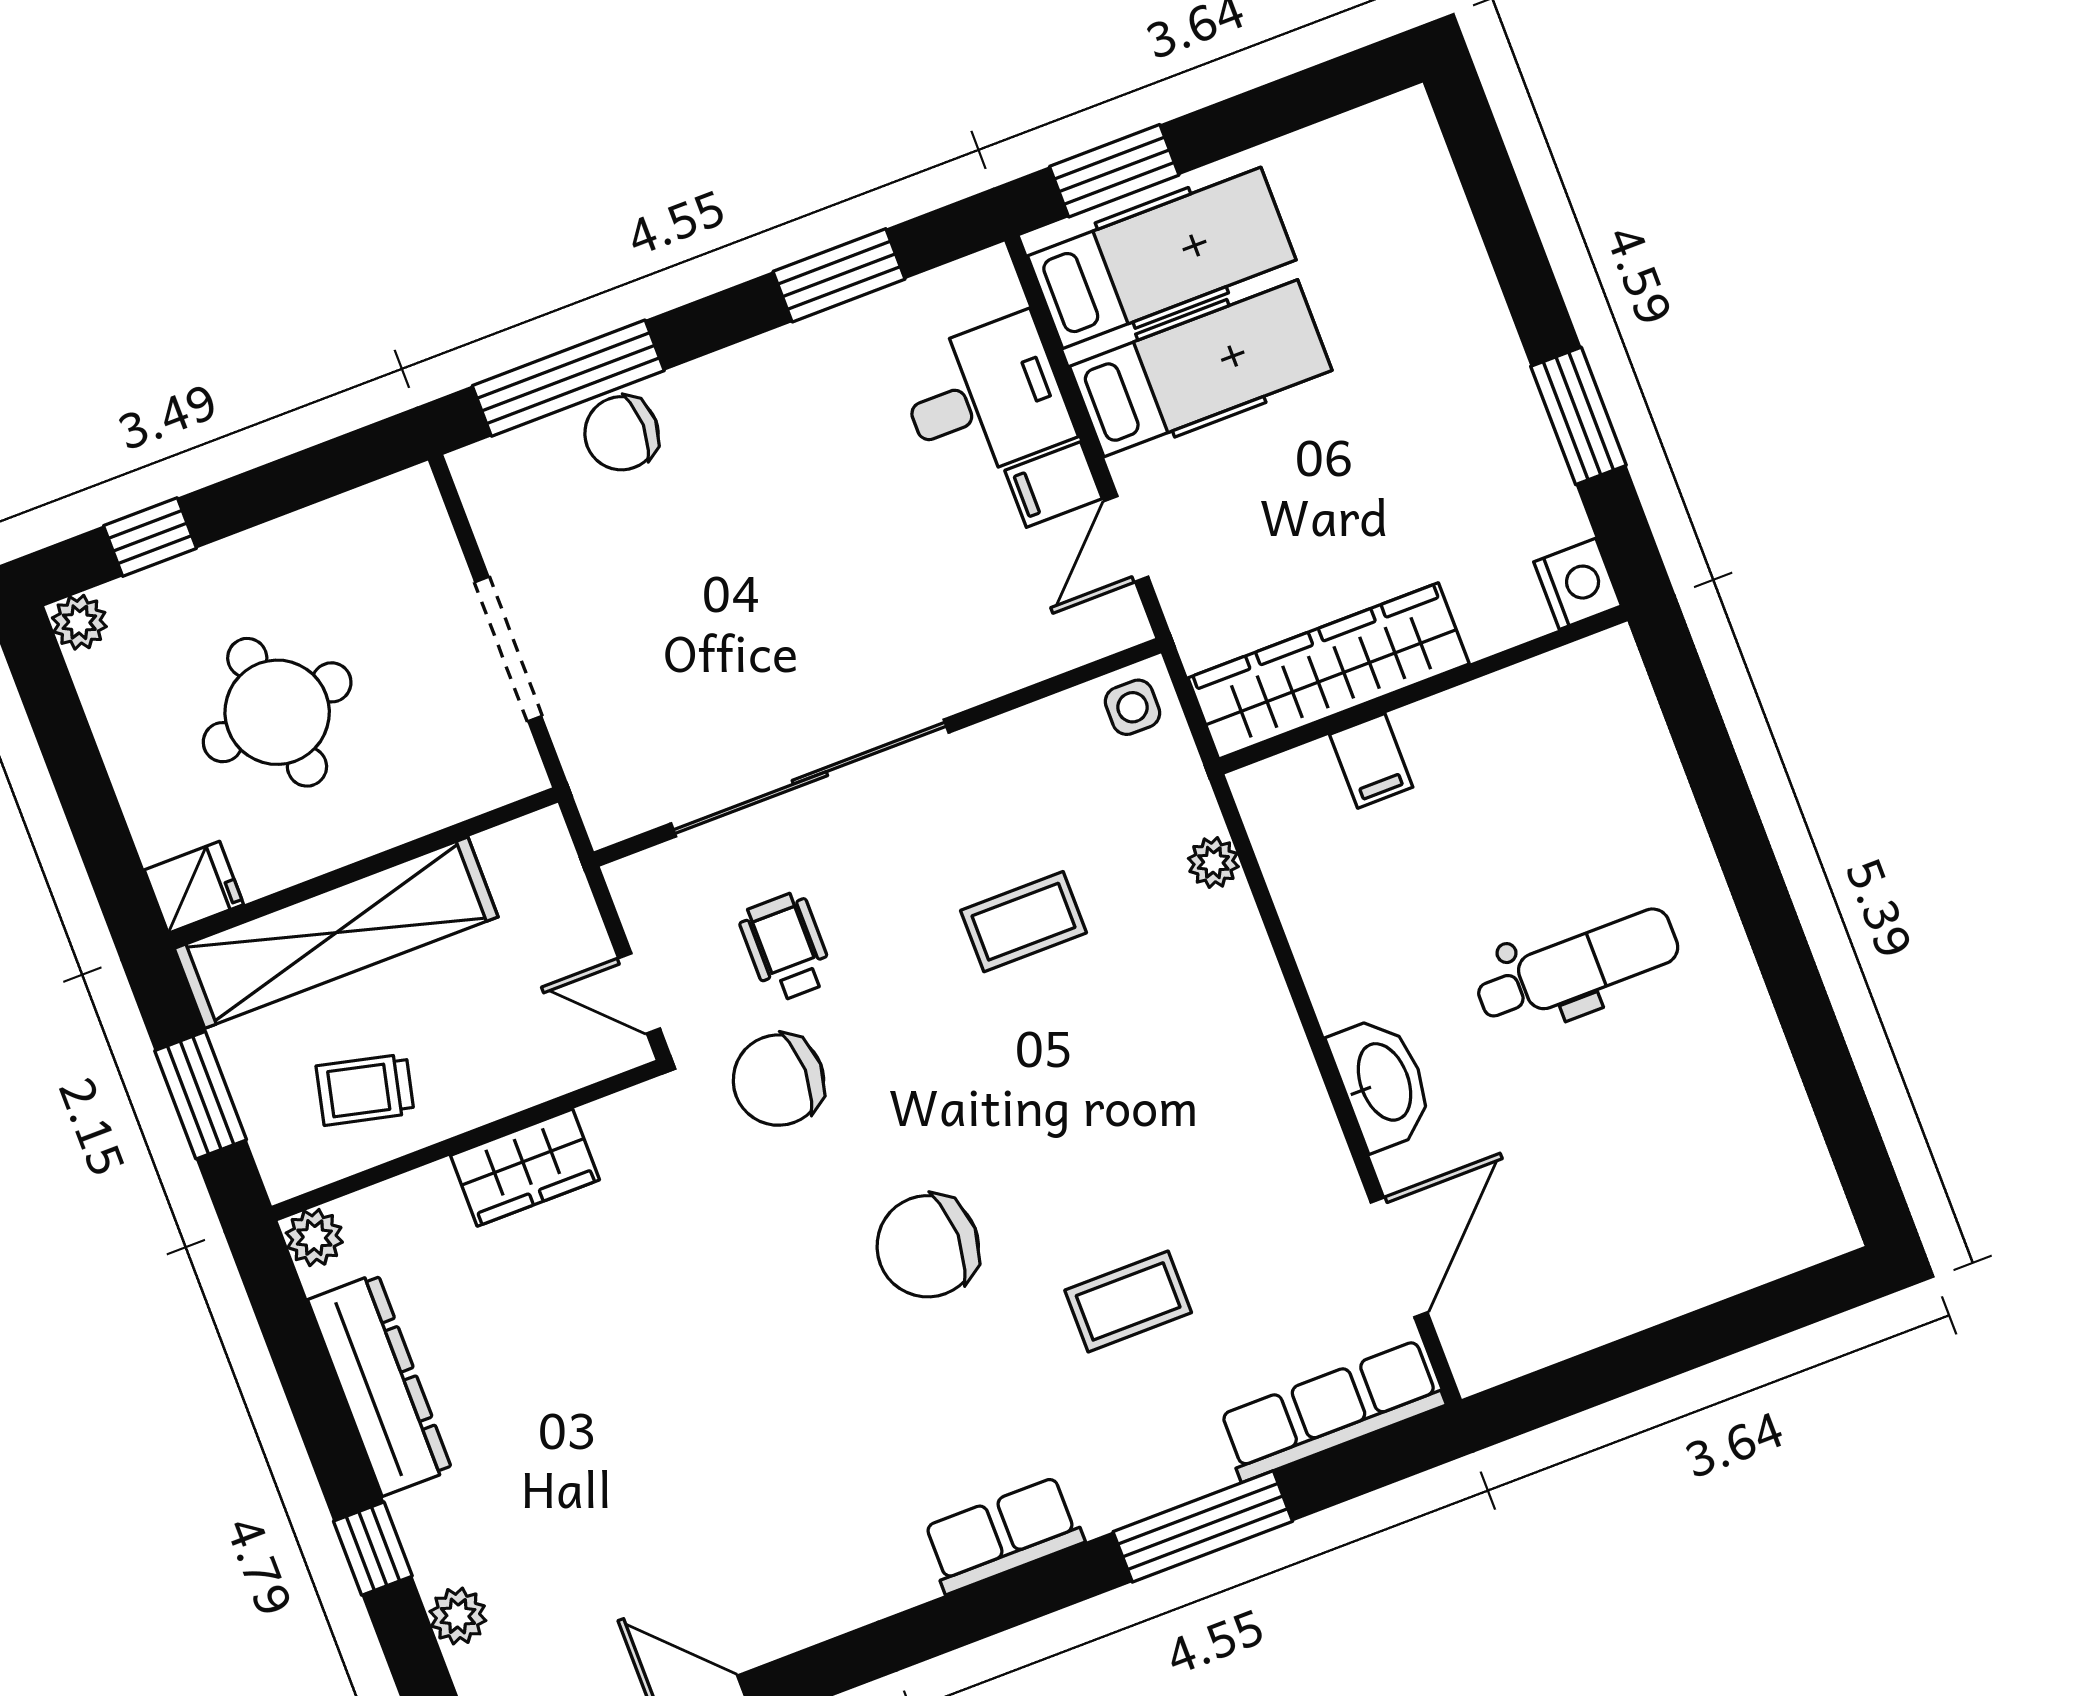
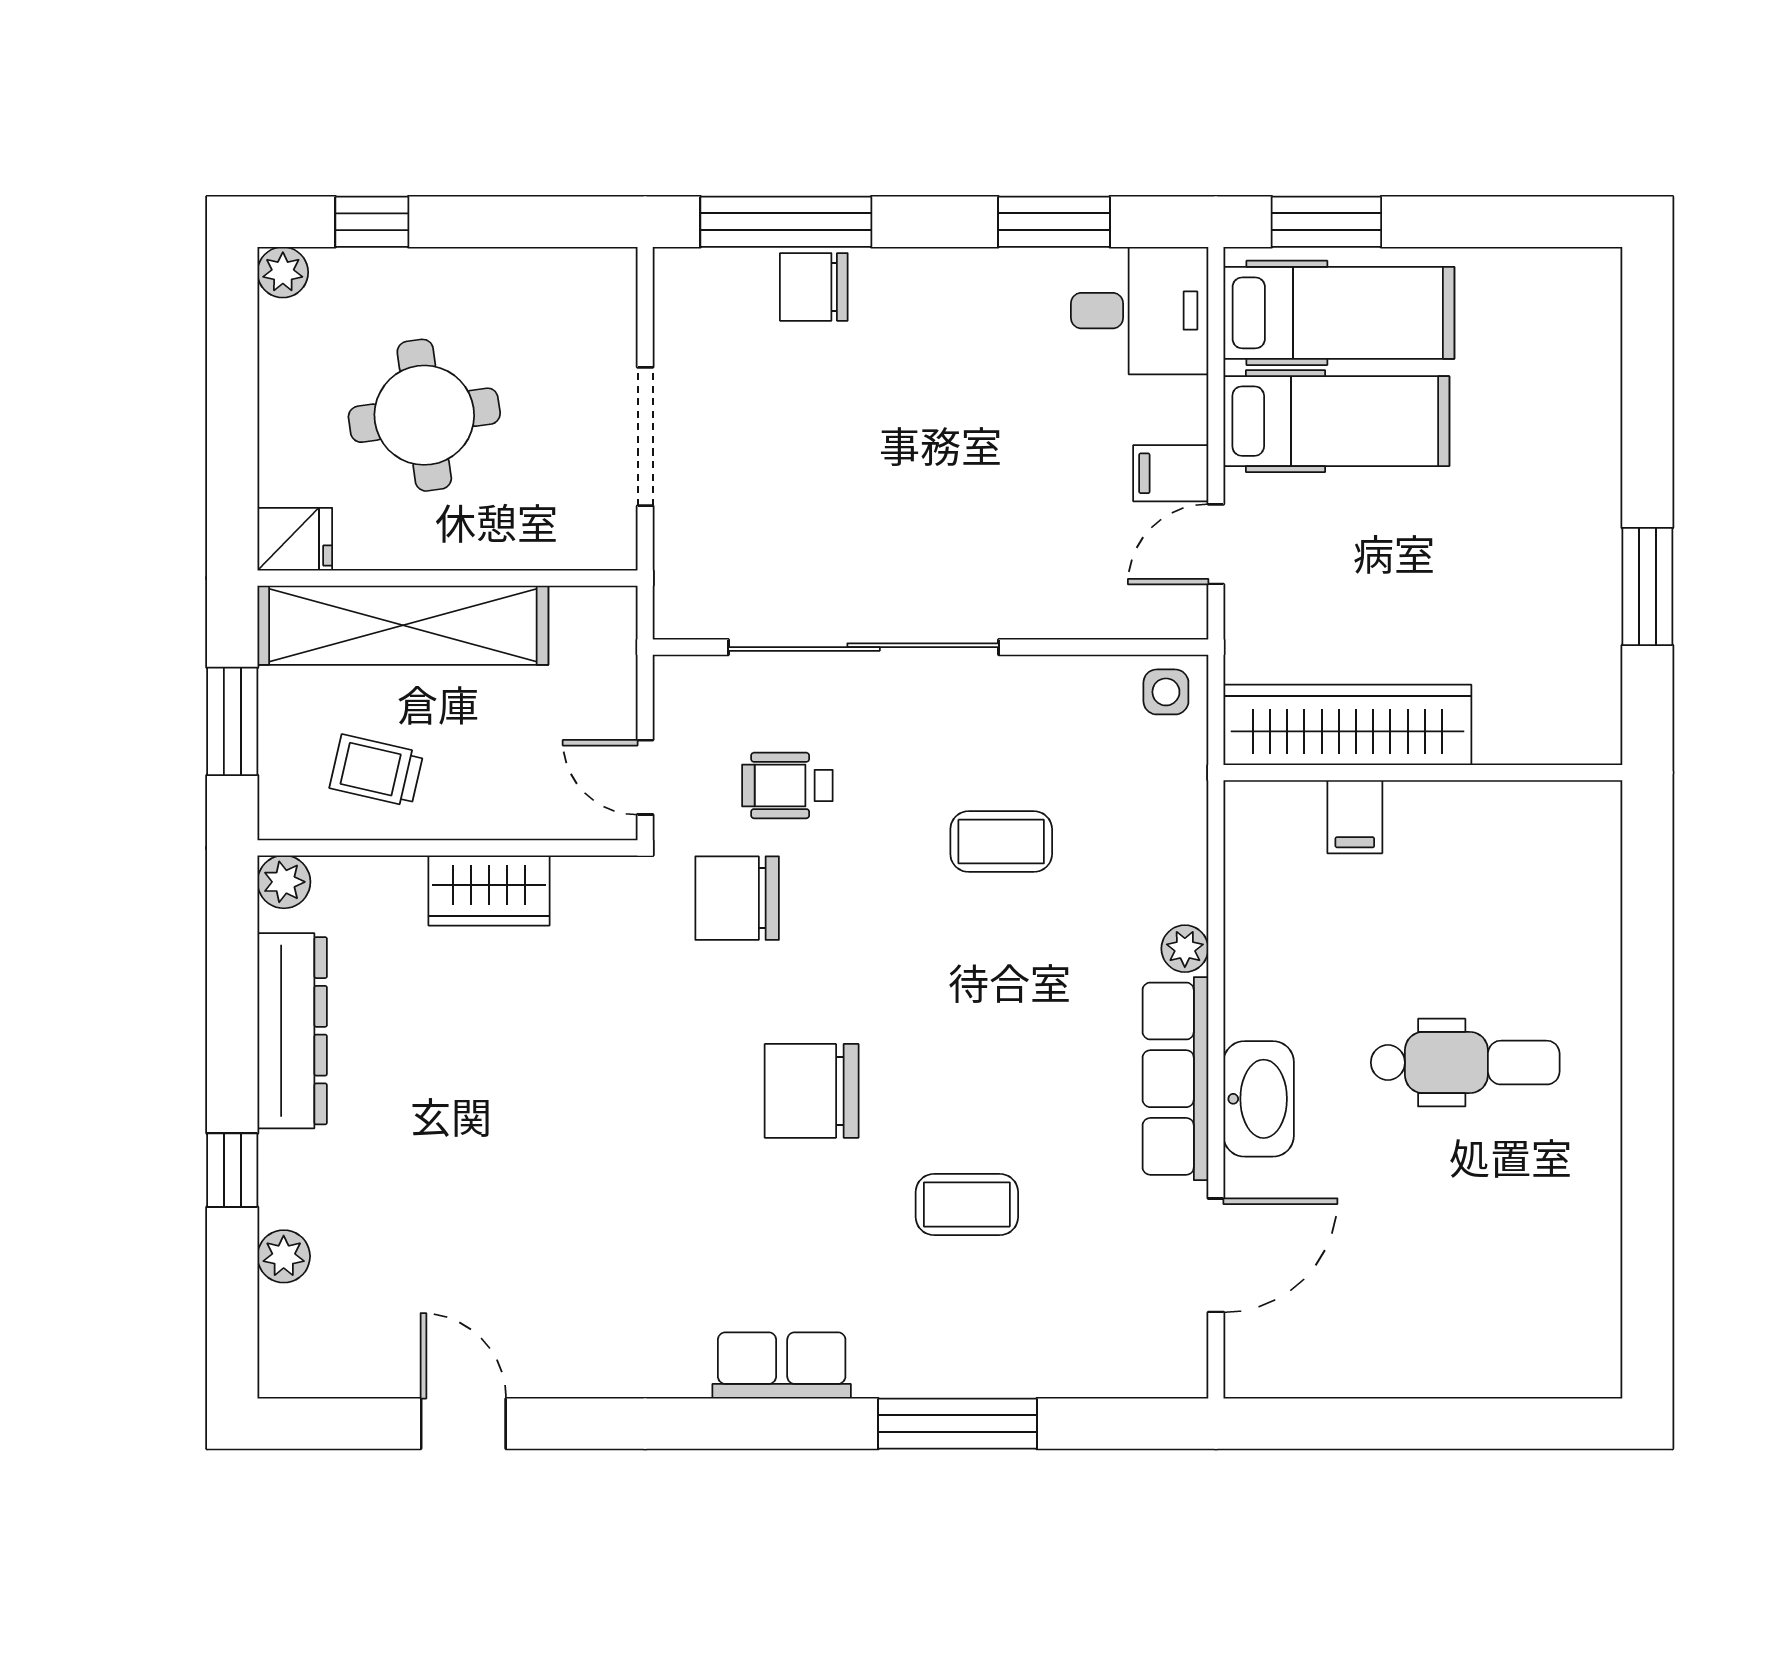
desk: (985, 399) -> (1140, 311), moved
nightstand: (1578, 584) -> (1591, 731), removed
plant: (1213, 862) -> (1185, 949), moved
wheelchair: (786, 947) -> (787, 785), turned -90
row of seats: (1331, 1411) -> (1175, 1079), moved, turned -90

